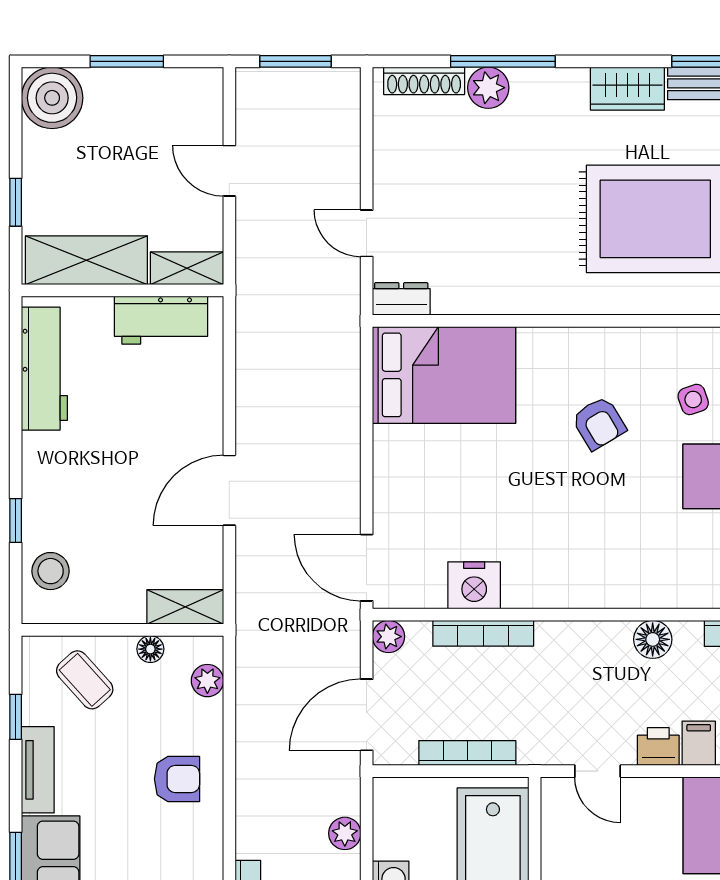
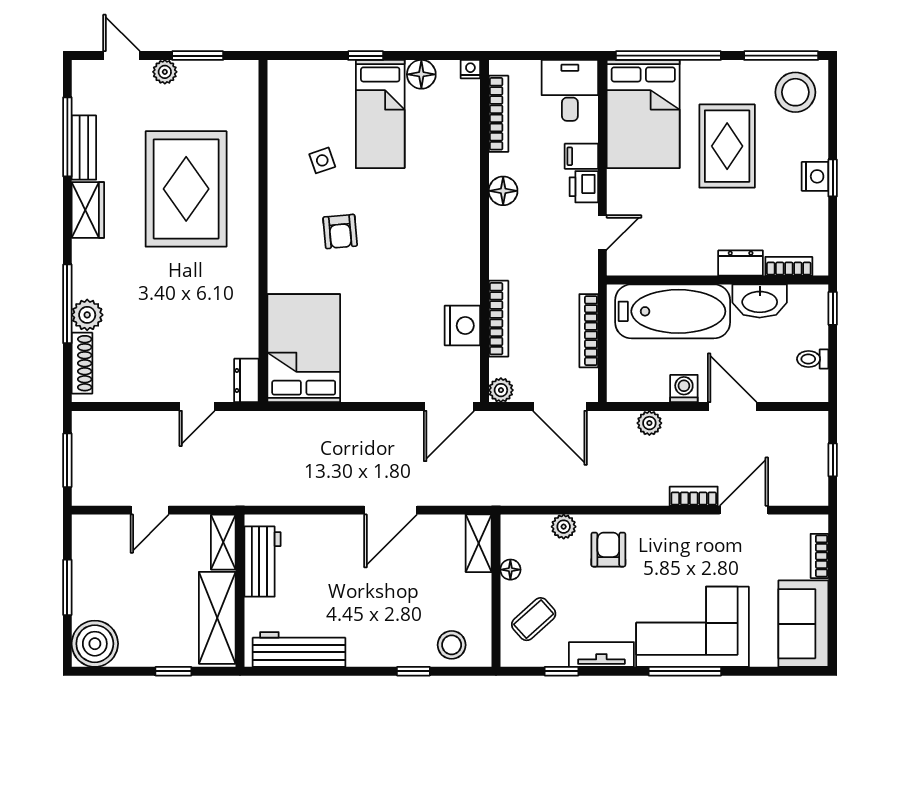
armchair: (599, 423) -> (340, 232), turned 116
door: (229, 490) -> (391, 510), hinge flipped
plant: (207, 681) -> (564, 527), moved

